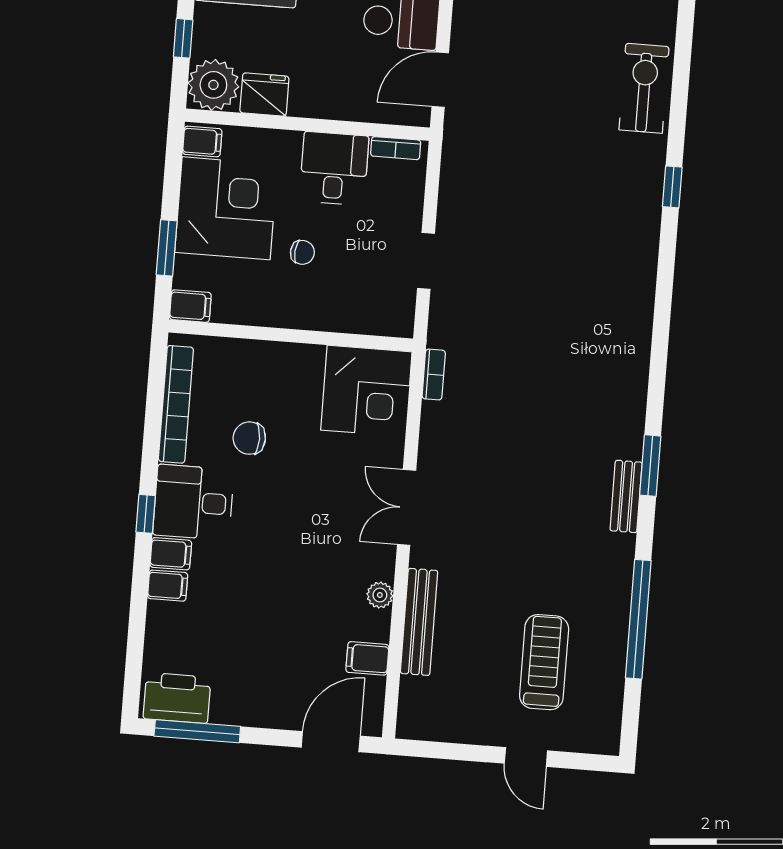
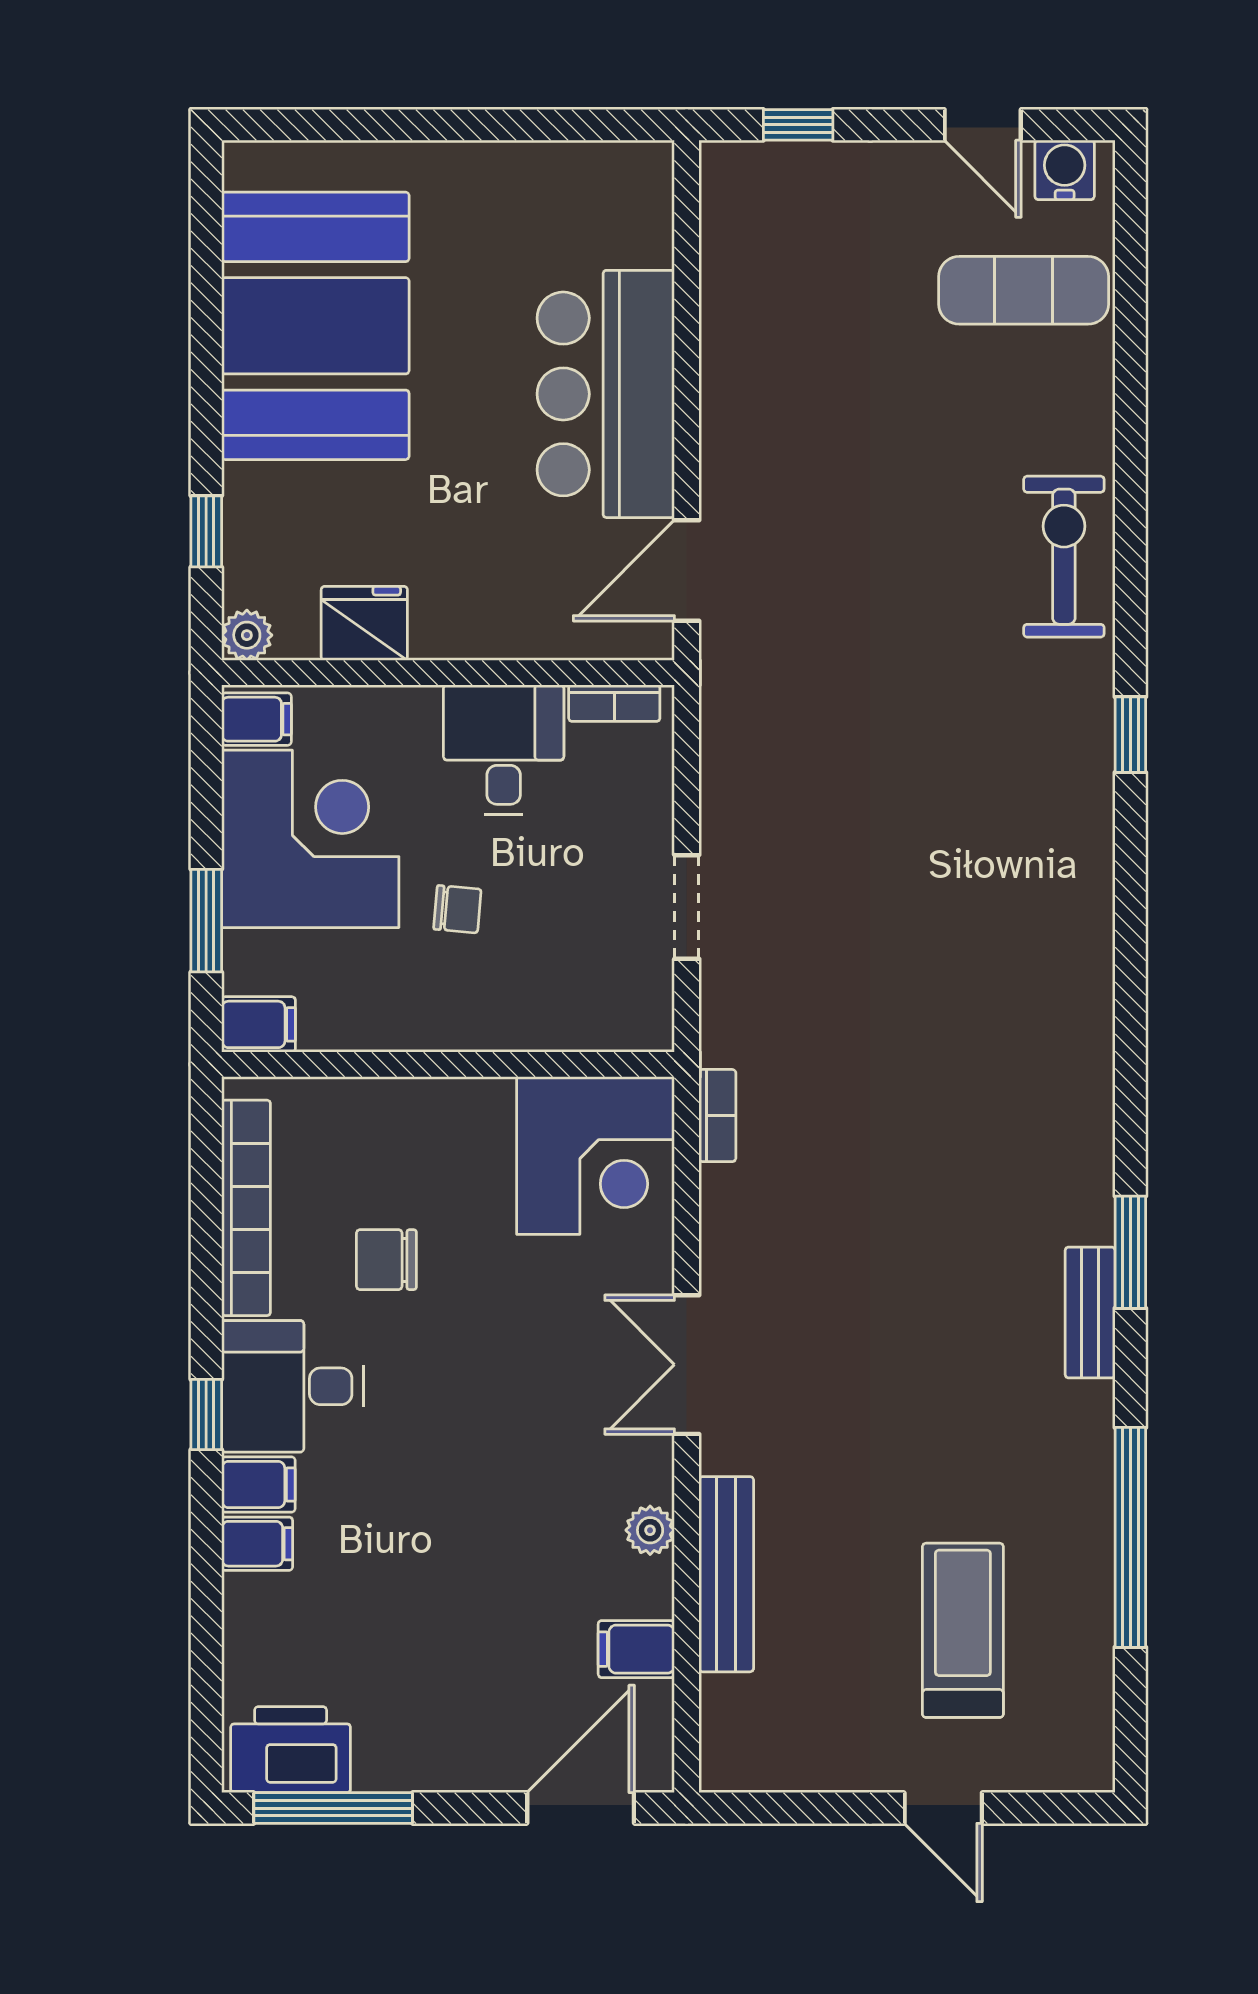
plant: (213, 85) -> (247, 635), width x0.53, depth x0.53

